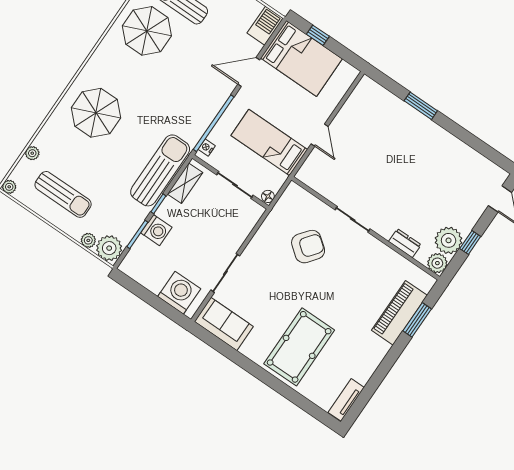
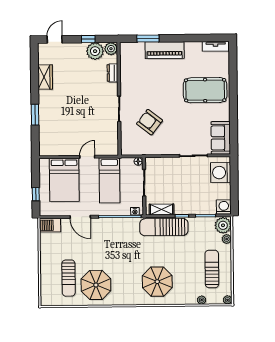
bed: (301, 58) -> (64, 180), moved, turned 180
wardrobe: (460, 153) -> (45, 77), added
washing machine: (156, 230) -> (224, 207), moved
piano: (399, 313) -> (165, 50), moved

